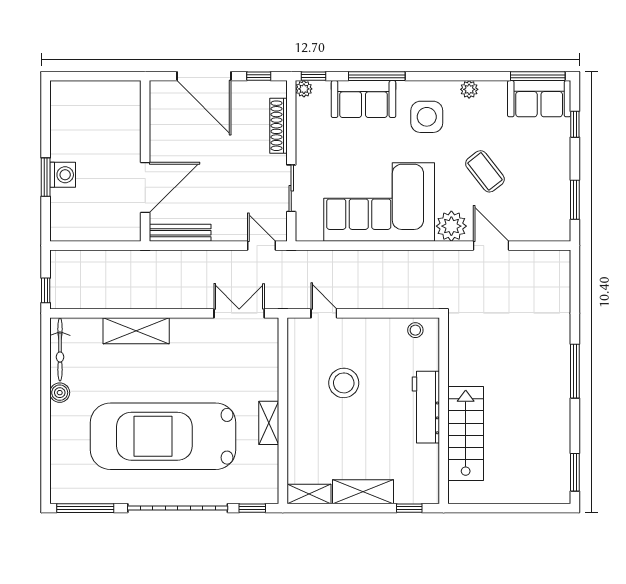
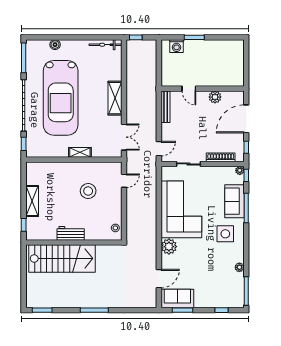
plant: (469, 89) -> (239, 267), moved
sofa: (539, 99) -> (177, 299), moved, turned 90
plant: (161, 137) -> (215, 97), added
coffee table: (485, 171) -> (197, 264), removed
washing machine: (63, 175) -> (177, 46), moved
door: (145, 188) -> (189, 89), width x0.53
door: (491, 246) -> (159, 279), moved
shelving: (136, 331) -> (115, 98), moved
boiler: (60, 393) -> (55, 45), moved
workbench: (426, 407) -> (71, 233), width x0.73
shelving: (269, 423) -> (80, 152), moved
stairs: (466, 433) -> (62, 258), width x1.36, depth x1.51
car: (163, 436) -> (61, 98), turned 180
shelving: (309, 494) -> (31, 173), removed

